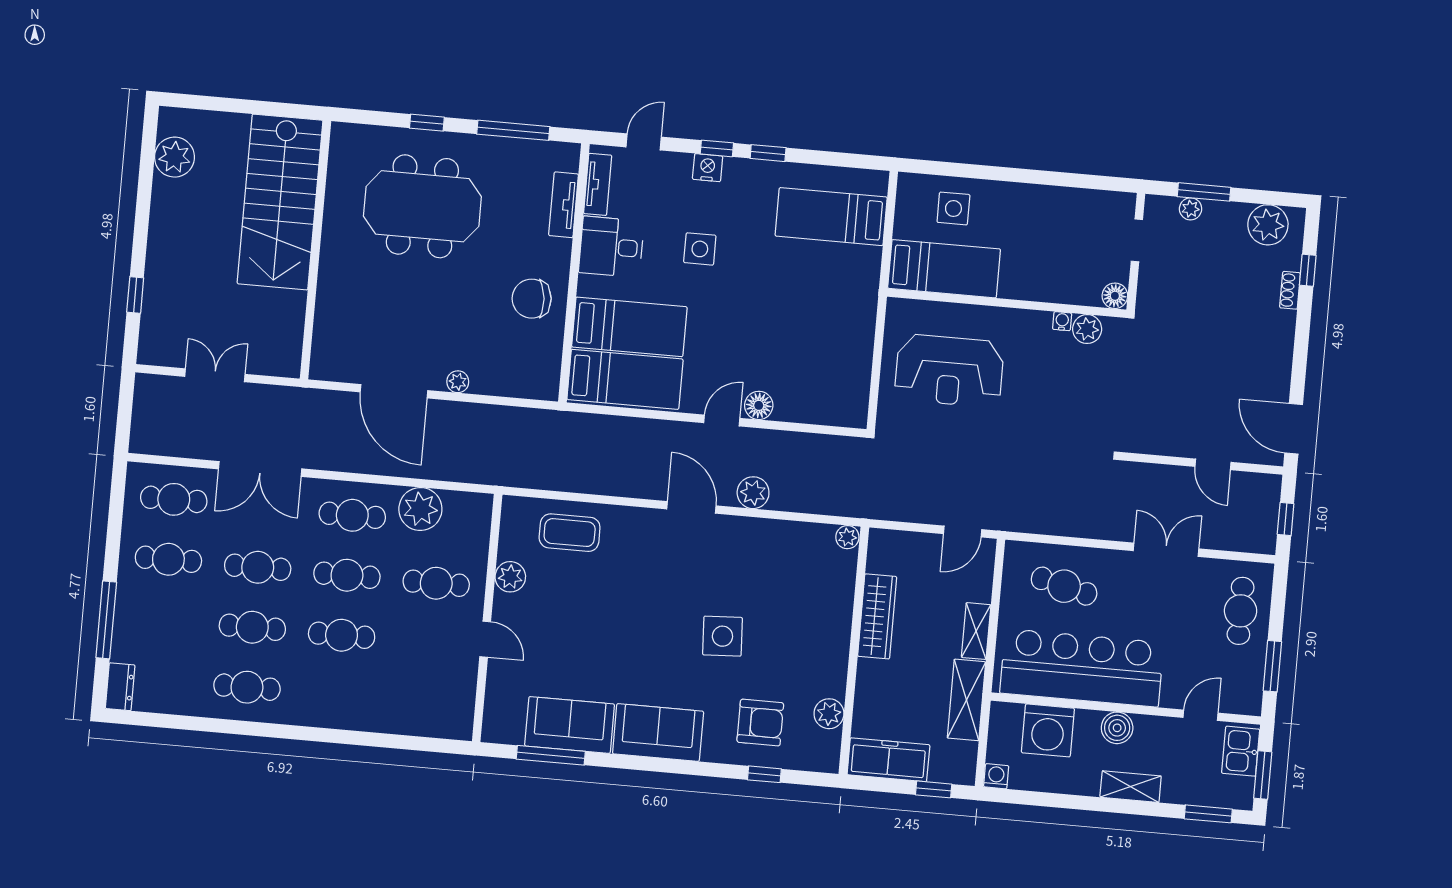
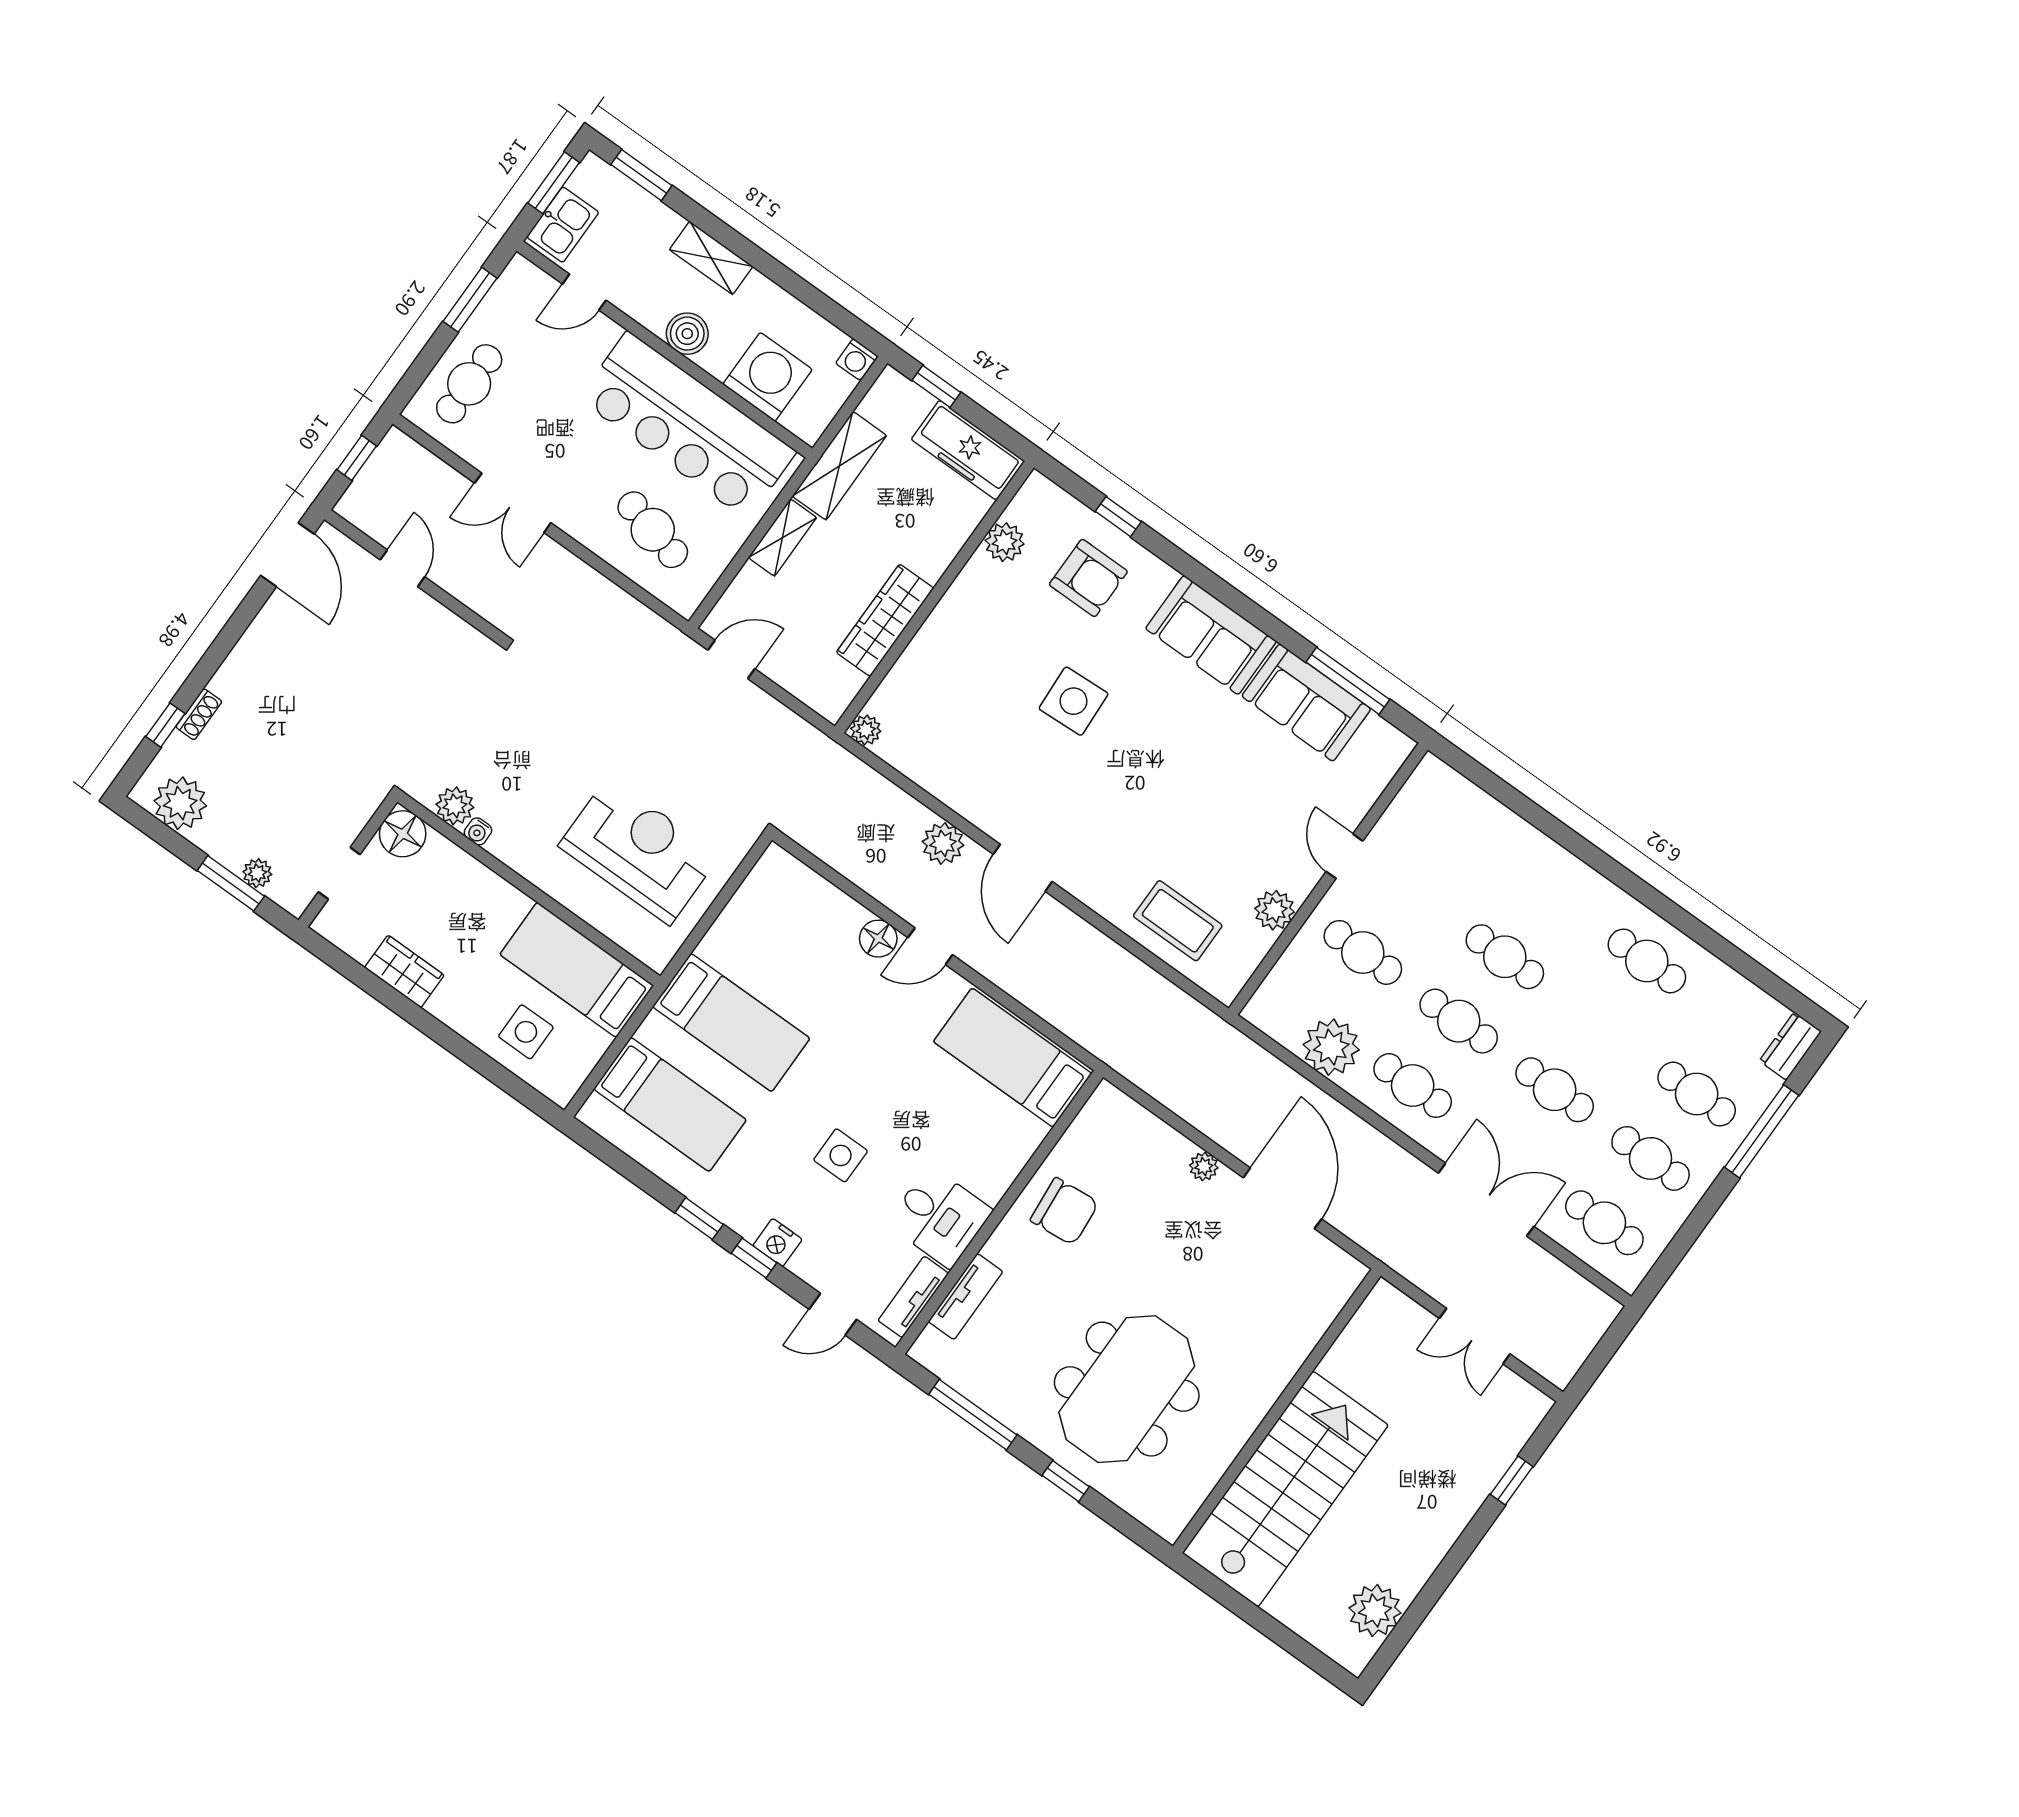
wardrobe: (1056, 201) -> (404, 971), added
meeting table: (422, 206) -> (1127, 1389), turned 90
floor lamp: (1115, 296) -> (403, 834), width x1.38, depth x1.38
bed: (629, 327) -> (731, 1023), moved, turned 180
cafe table: (252, 627) -> (1697, 1094), moved
armchair: (760, 723) -> (1088, 578), turned 180

